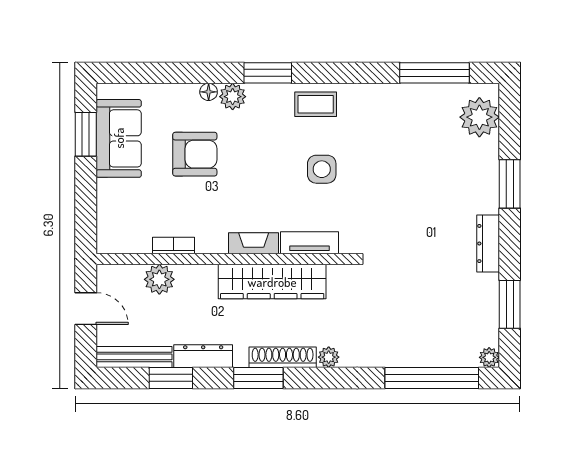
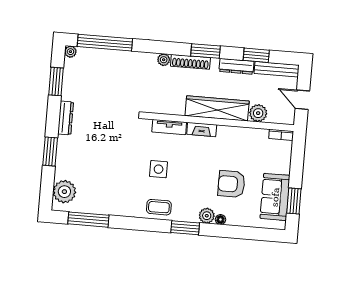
bookcase: (173, 246) -> (281, 135), moved
wardrobe: (272, 282) -> (217, 108), moved

